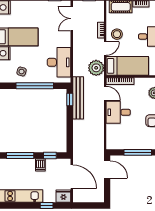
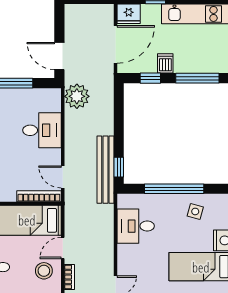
desk: (59, 62) -> (136, 226), width x0.73
plant: (96, 68) -> (77, 96), moved
desk: (118, 112) -> (42, 130), moved
door: (72, 177) -> (115, 44), swing flipped

